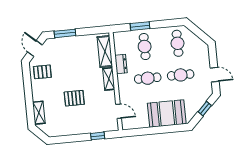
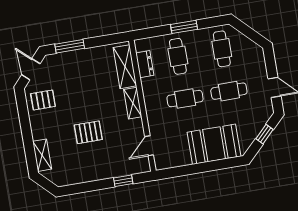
window: (140, 26) -> (184, 27), moved
dresser: (121, 64) -> (145, 64), moved
door: (119, 111) -> (149, 146), swing flipped

